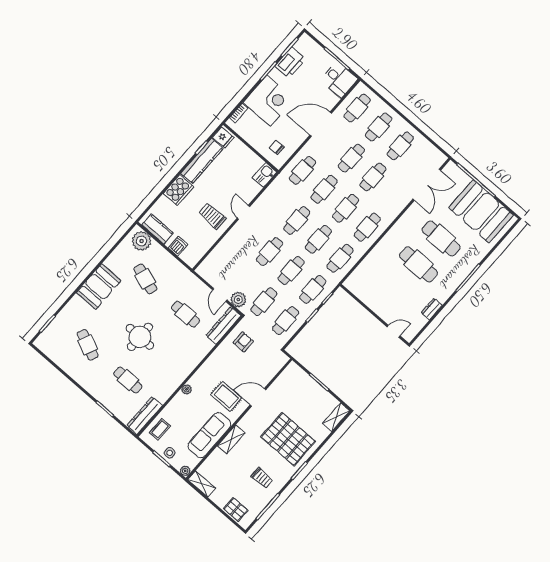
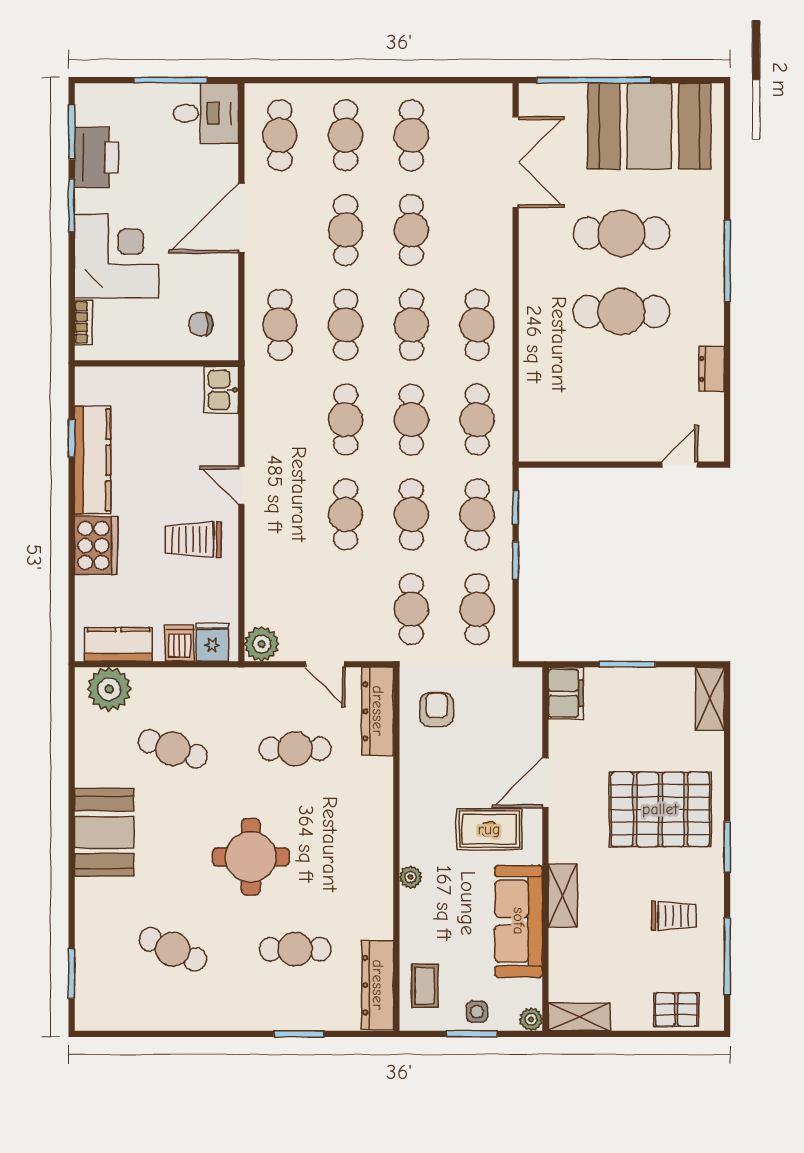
fridge: (223, 137) -> (212, 642), moved, turned -90
plant: (238, 300) -> (262, 644), moved
filing cabinet: (290, 374) -> (566, 693), added

